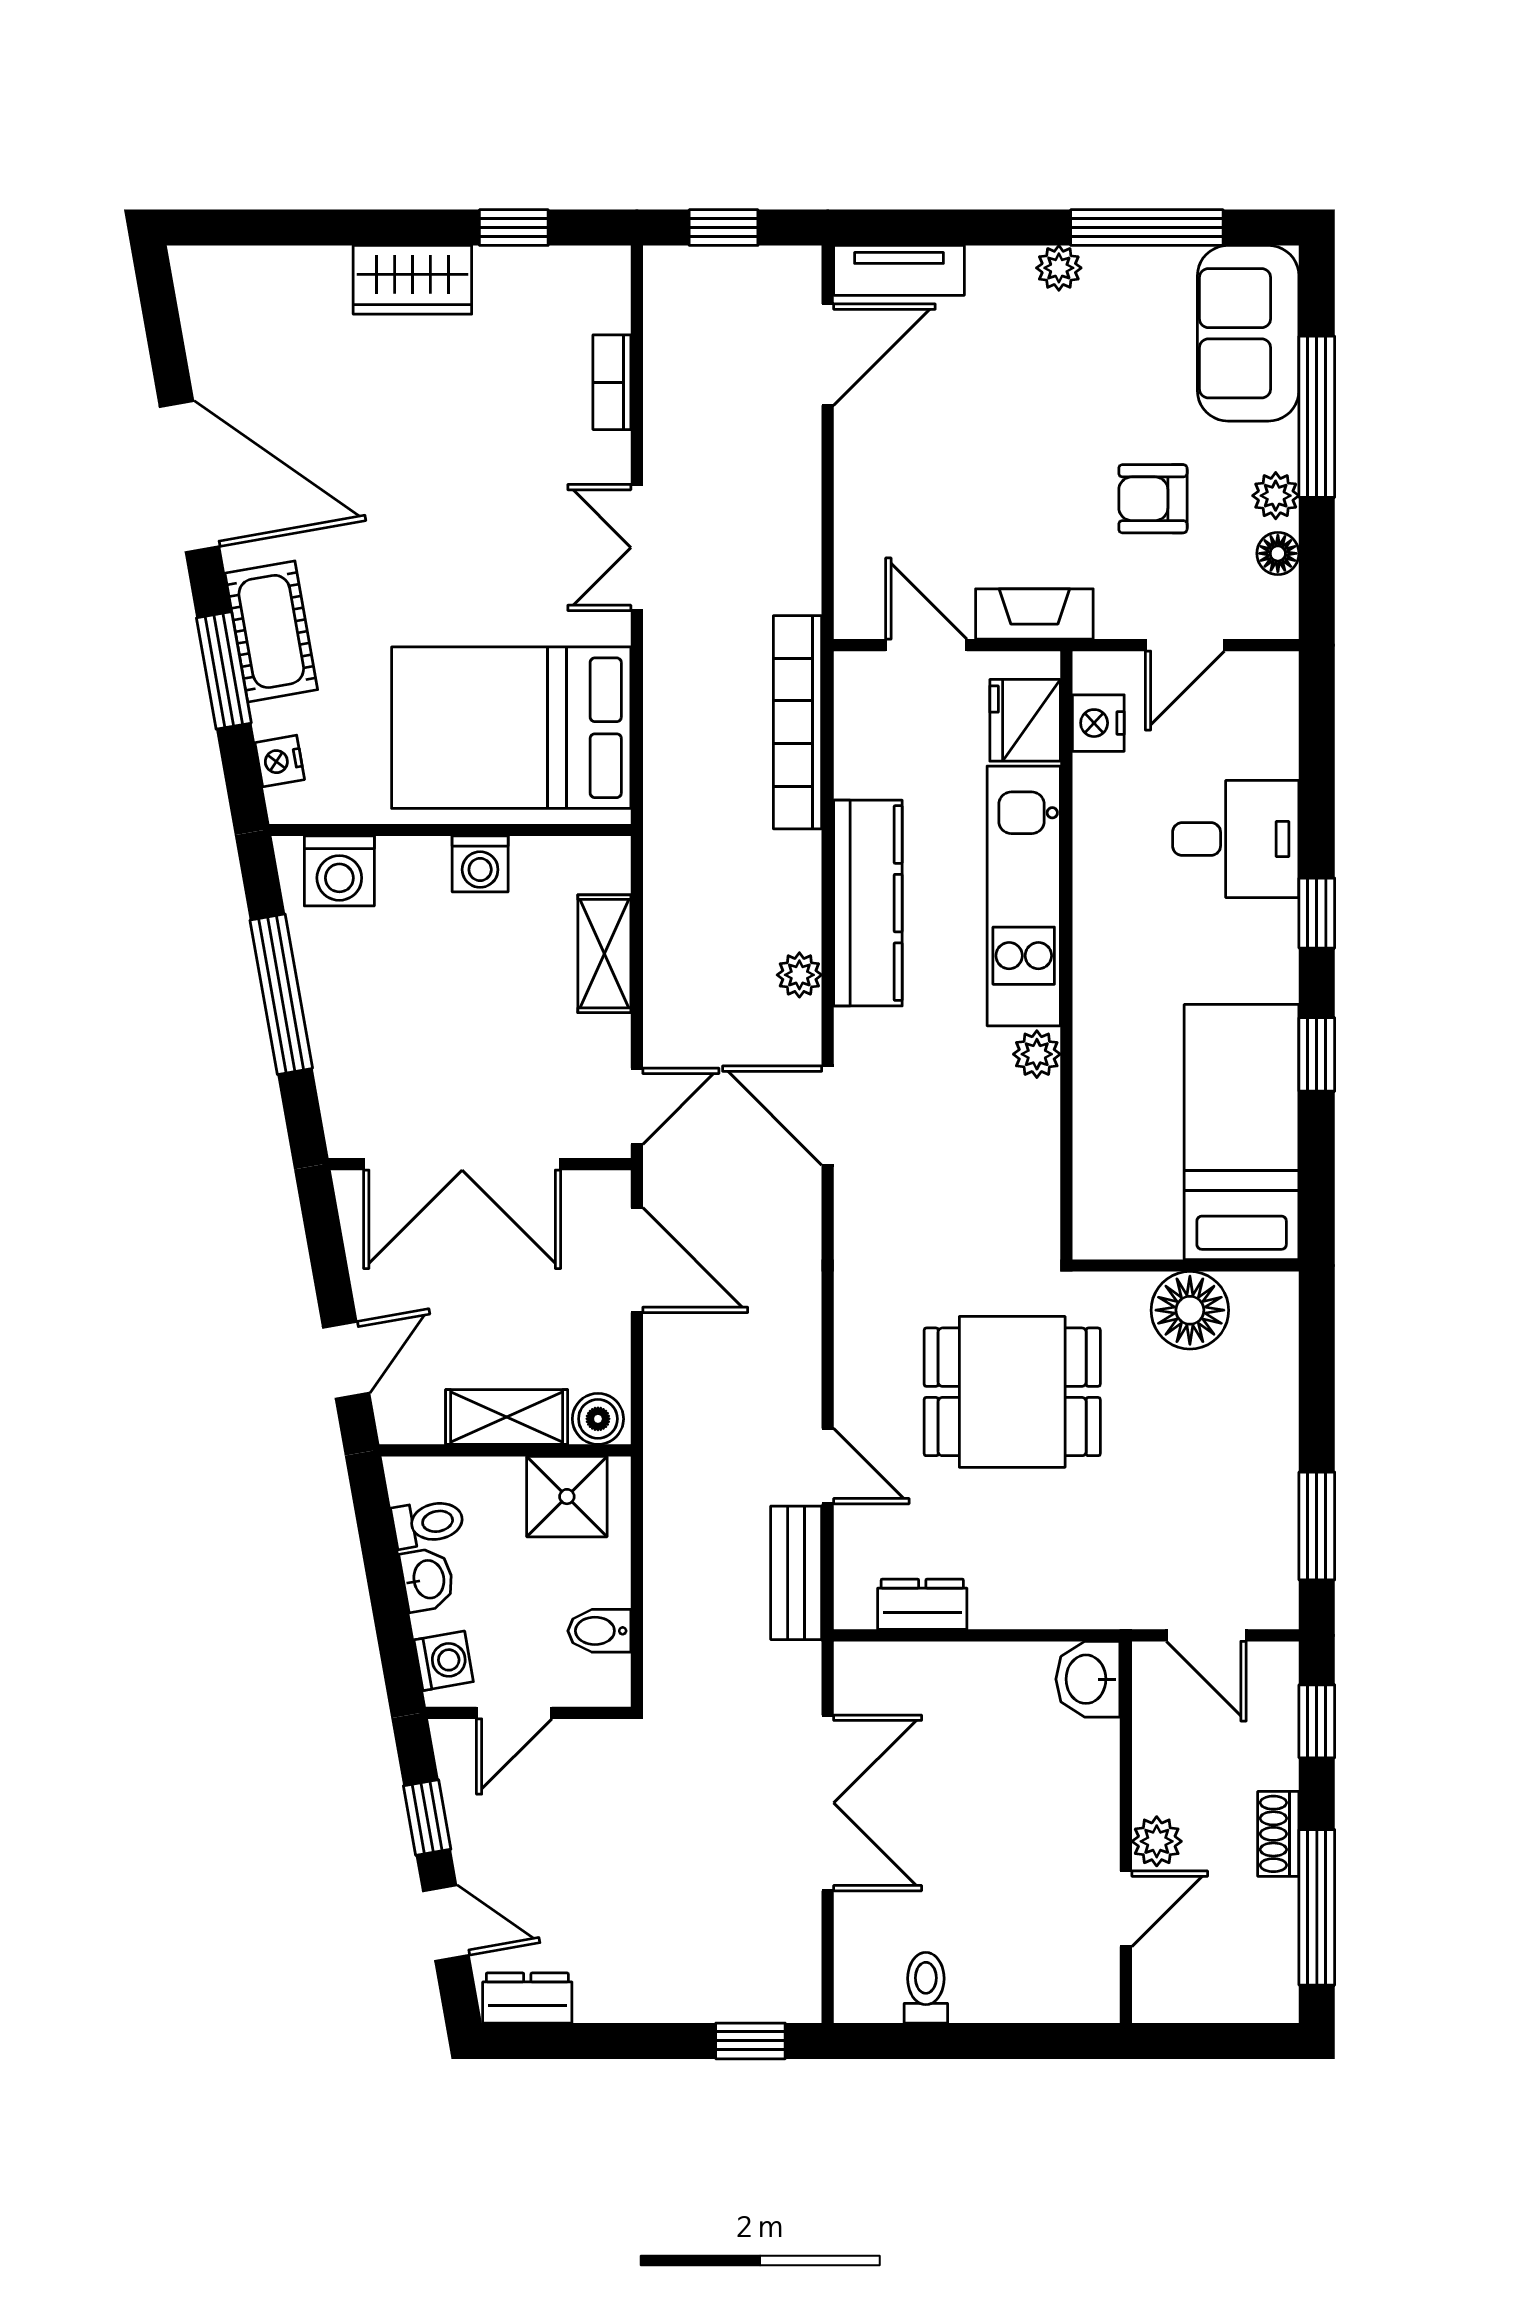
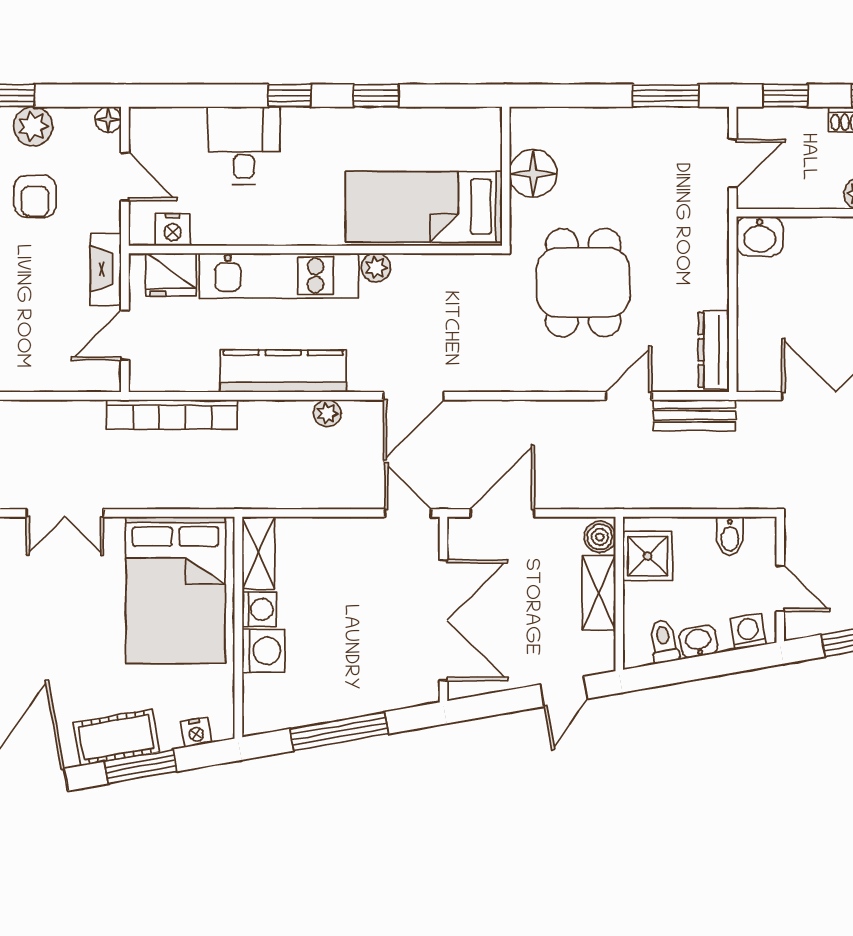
plant: (1276, 496) -> (33, 126), width x1.38, depth x1.38
floor lamp: (1278, 553) -> (108, 120), moved
washing machine: (339, 871) -> (264, 651), moved
shelving: (604, 954) -> (258, 553), moved, turned 90
bed: (1242, 1132) -> (424, 207), moved
door: (346, 1360) -> (564, 691), swing flipped
dresser: (922, 1604) -> (714, 350), width x1.44

